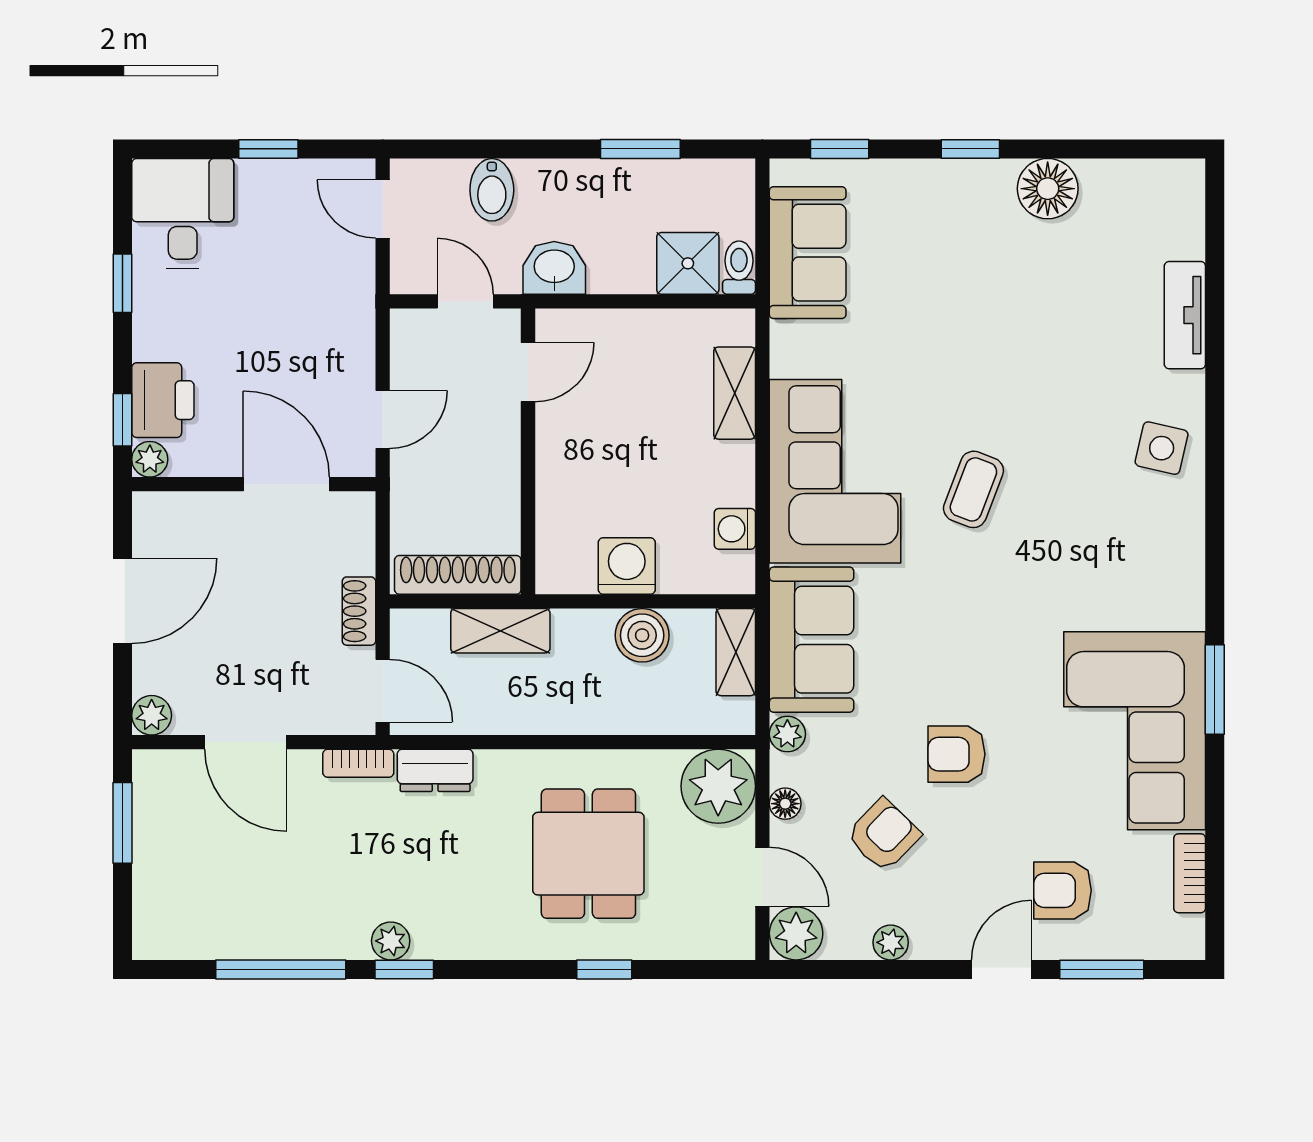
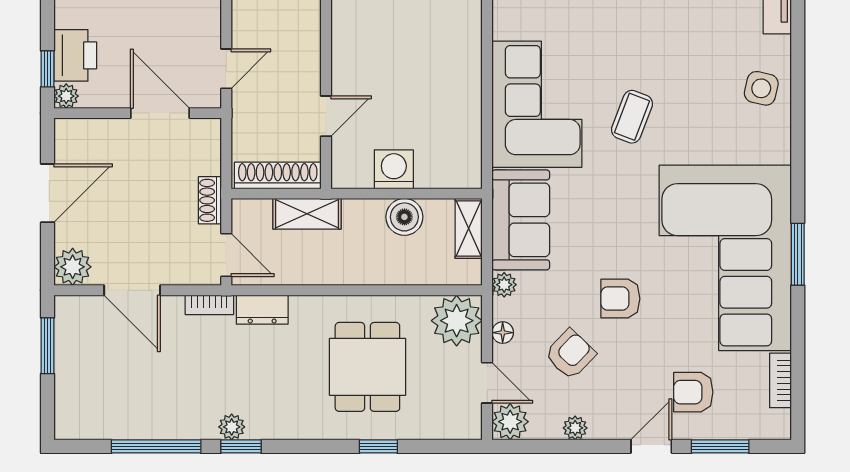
door: (528, 372) -> (326, 116), moved
shelving: (735, 393) -> (468, 51), removed
washing machine: (735, 529) -> (468, 144), removed
plant: (152, 715) -> (73, 267), width x1.38, depth x1.38
corner sofa: (1135, 731) -> (725, 258), width x1.36, depth x1.36

